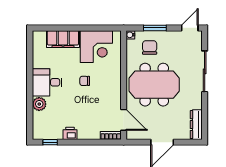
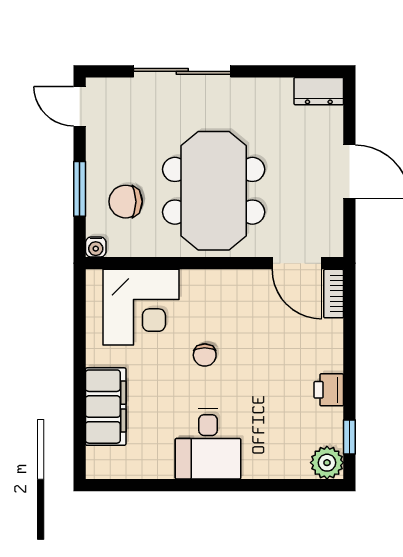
corner desk: (96, 47) -> (141, 307), moved, turned 90
plant: (39, 104) -> (327, 463), moved
door: (124, 120) -> (297, 263), swing flipped
dresser: (196, 125) -> (319, 91), width x0.70

